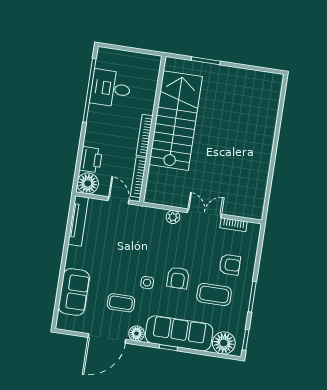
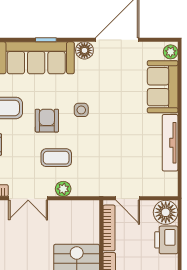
tv unit: (78, 221) -> (170, 143), moved
coffee table: (121, 303) -> (56, 158), moved
plant: (63, 321) -> (171, 52), added

